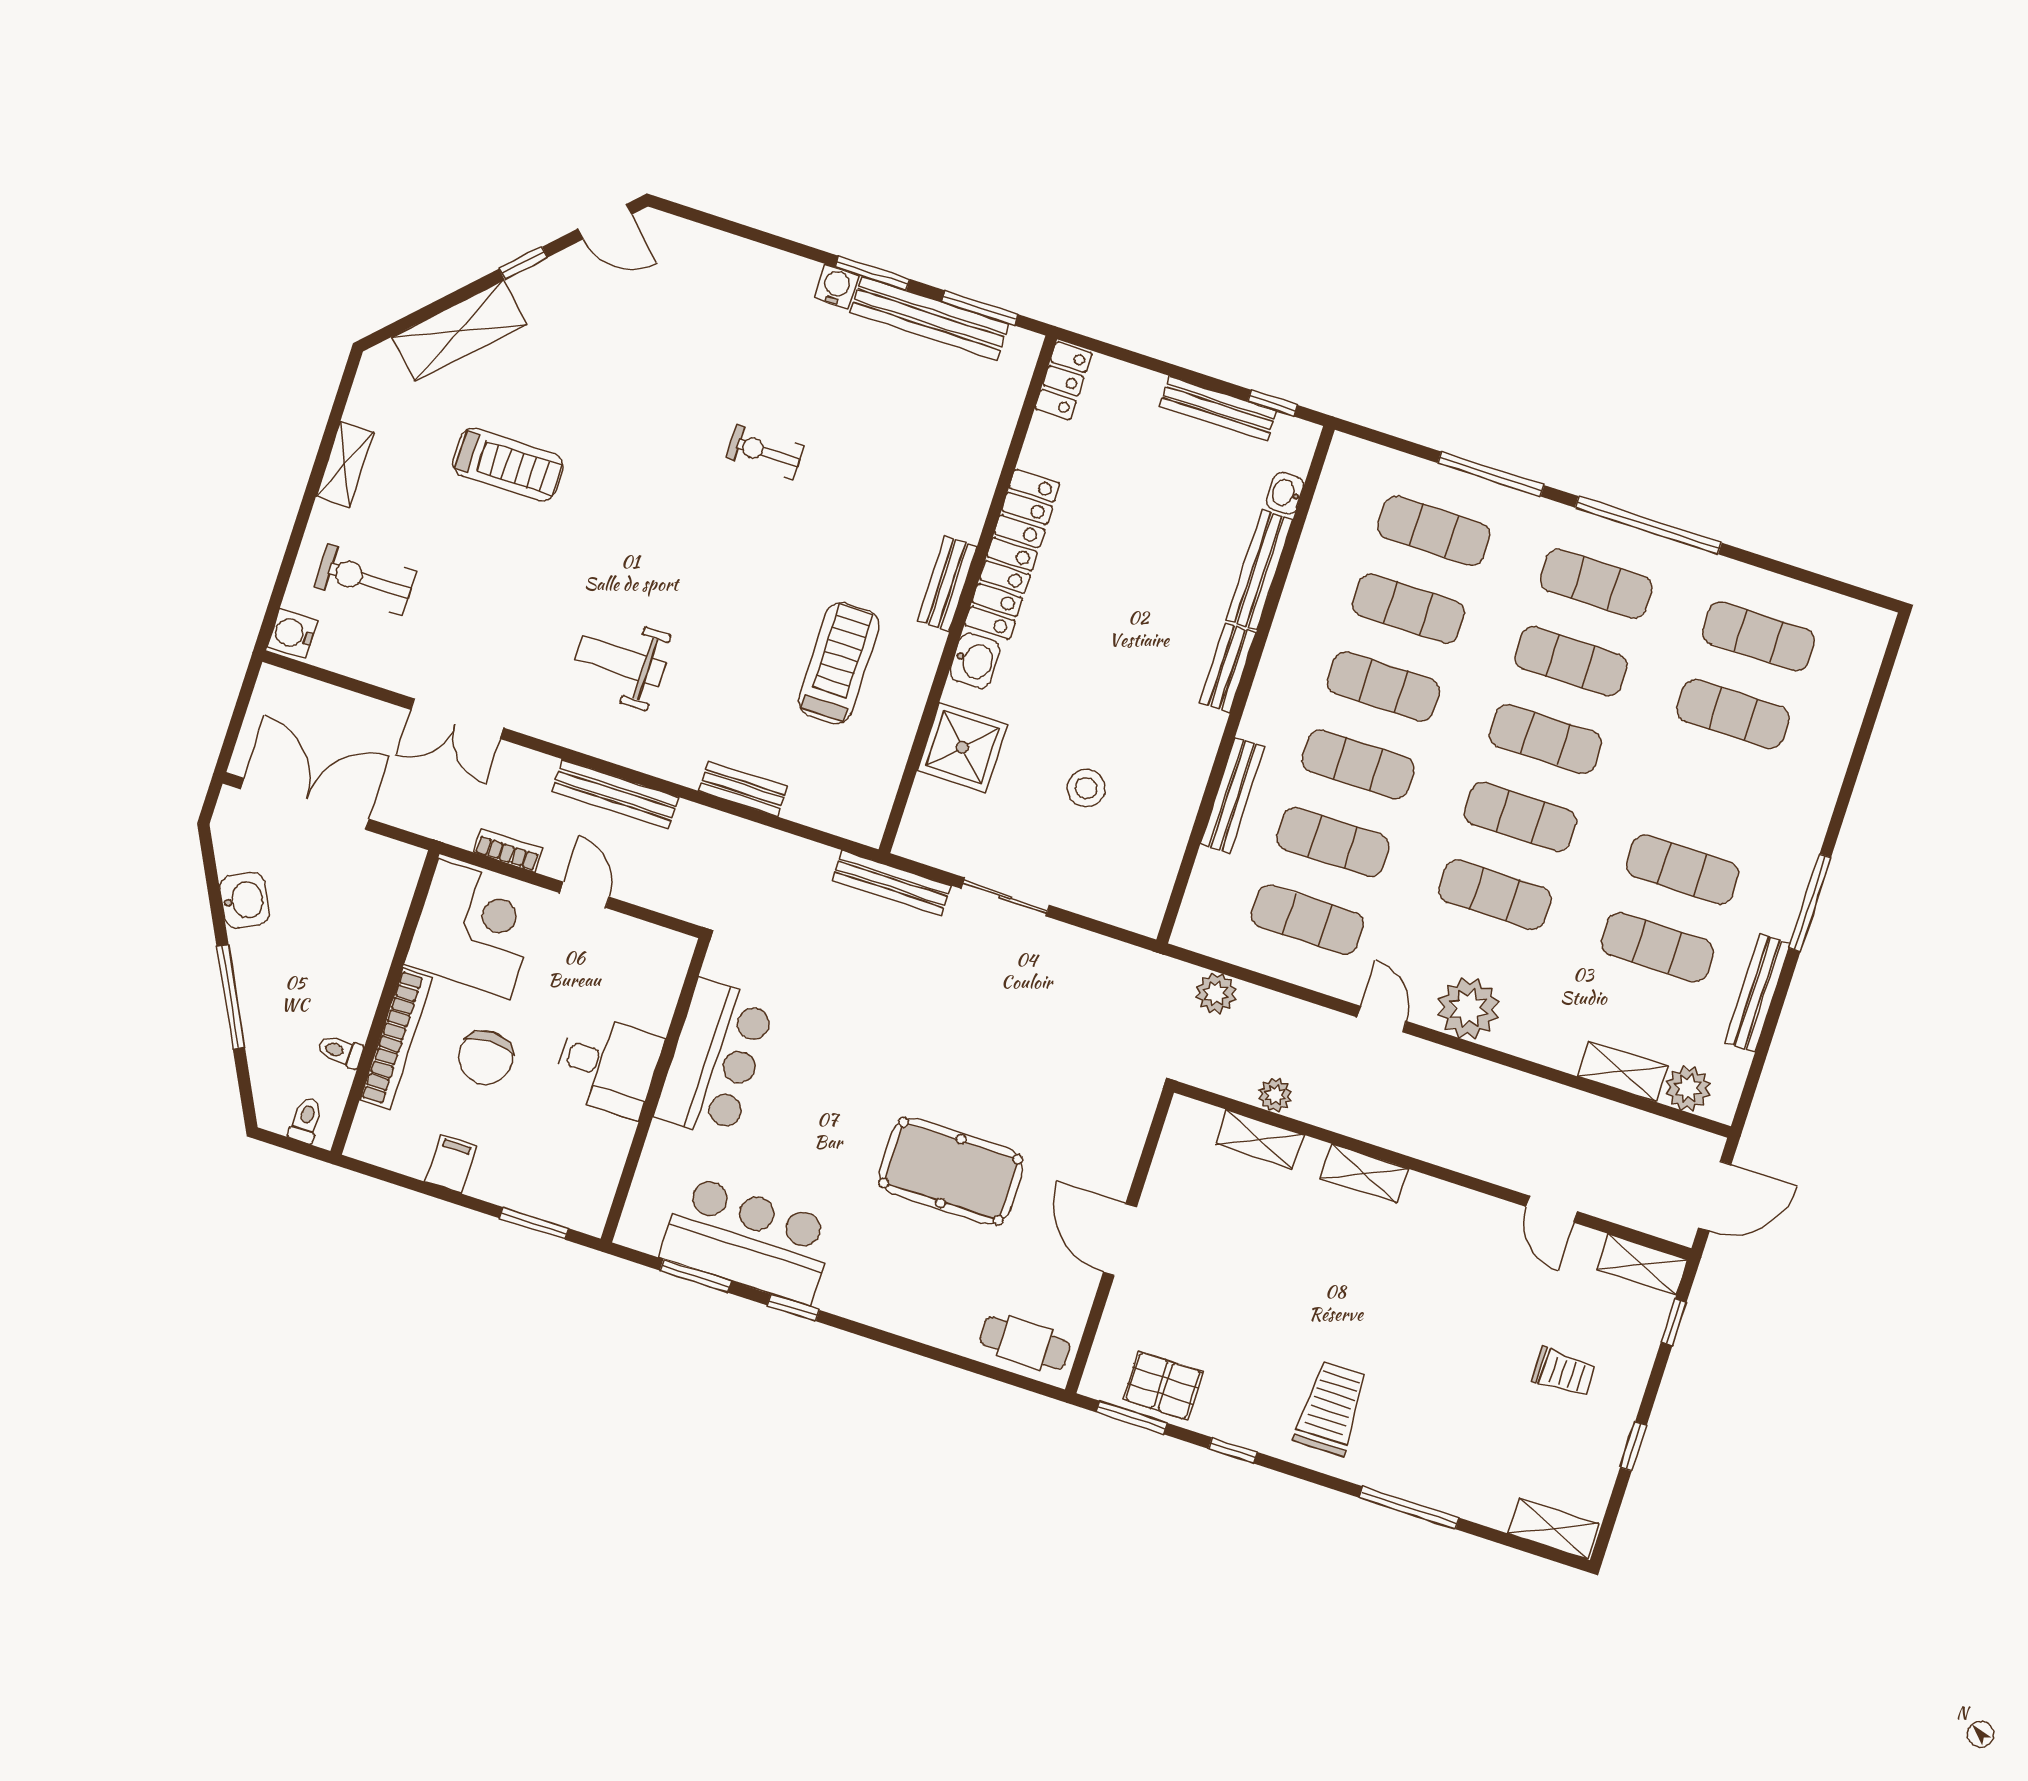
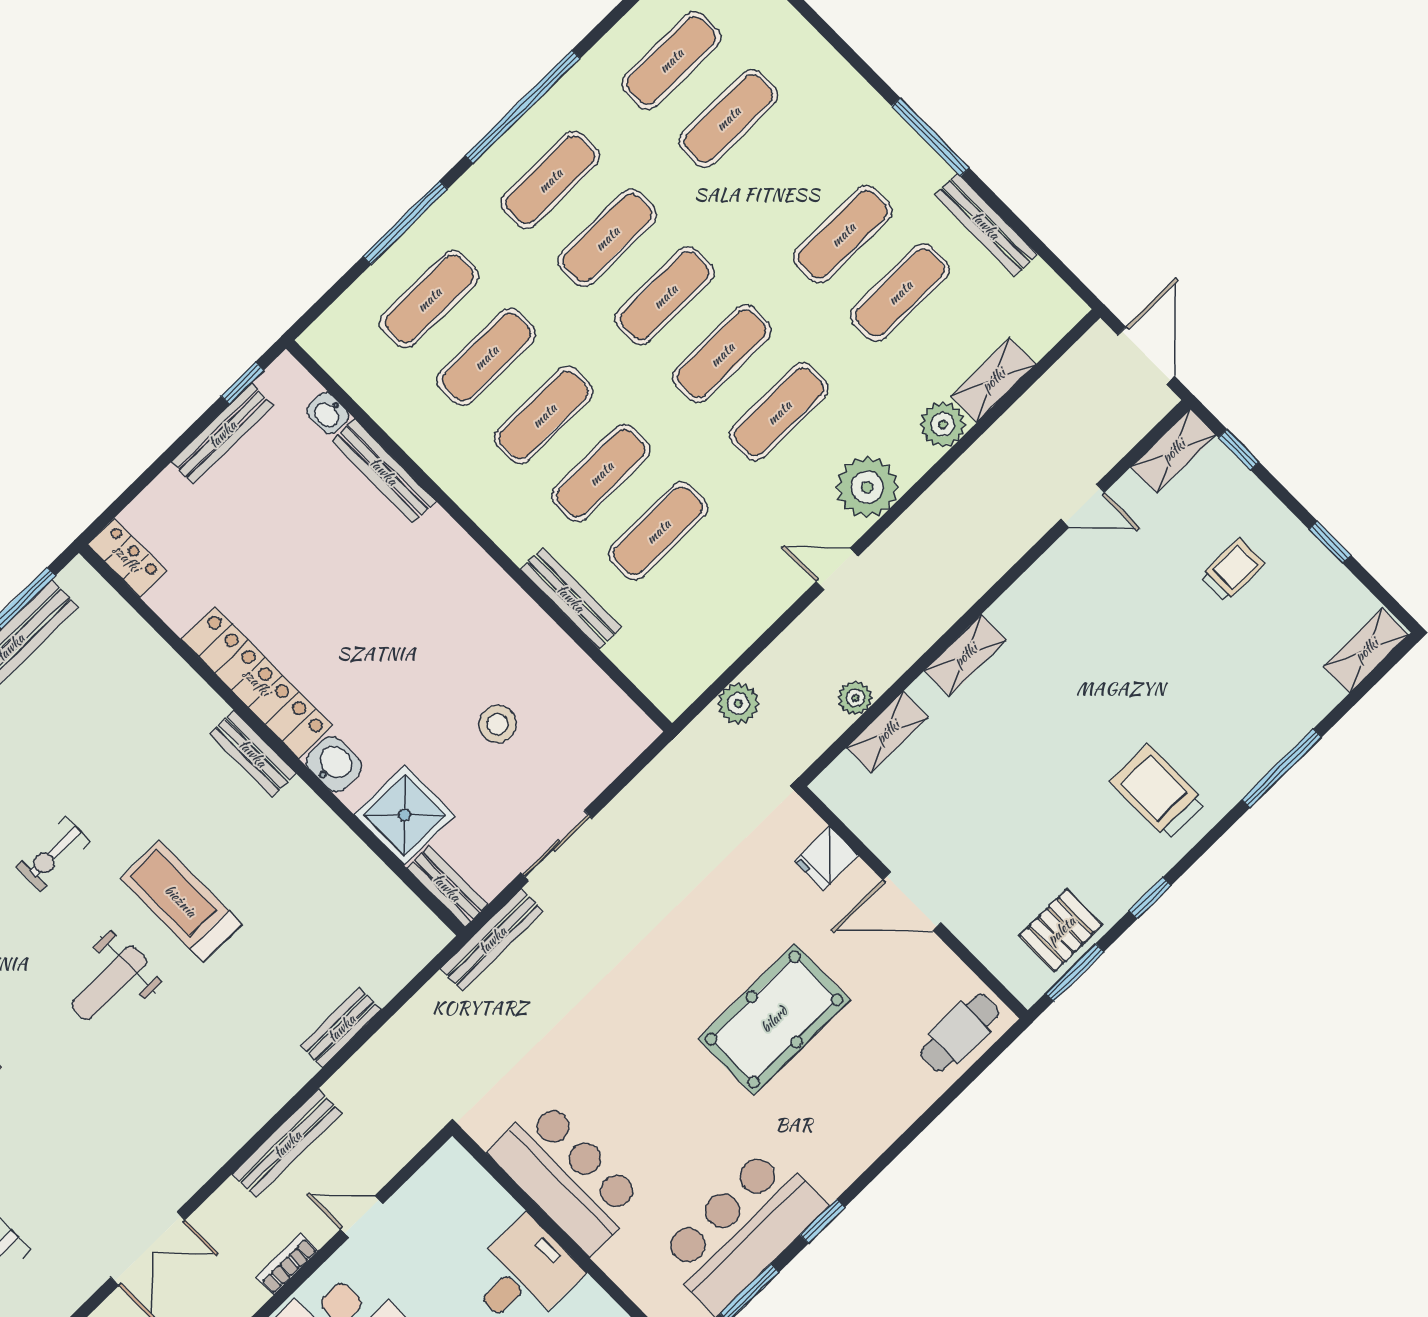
weight bench: (621, 661) -> (109, 983), moved
treadmill: (839, 663) -> (181, 901), moved
bench: (1228, 668) -> (447, 887), moved
exercise mat: (1307, 920) -> (715, 589), removed
plant: (1688, 1088) -> (943, 424), moved
fridge: (1119, 1143) -> (826, 858), added

